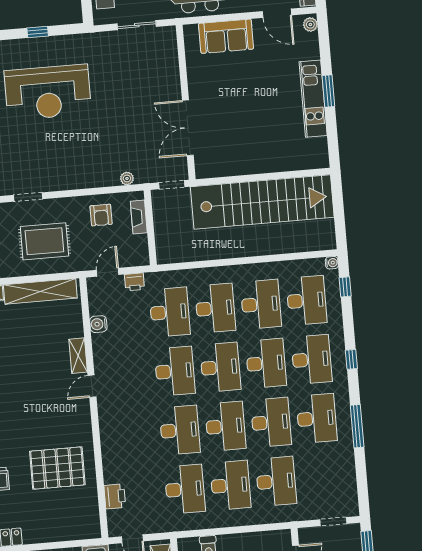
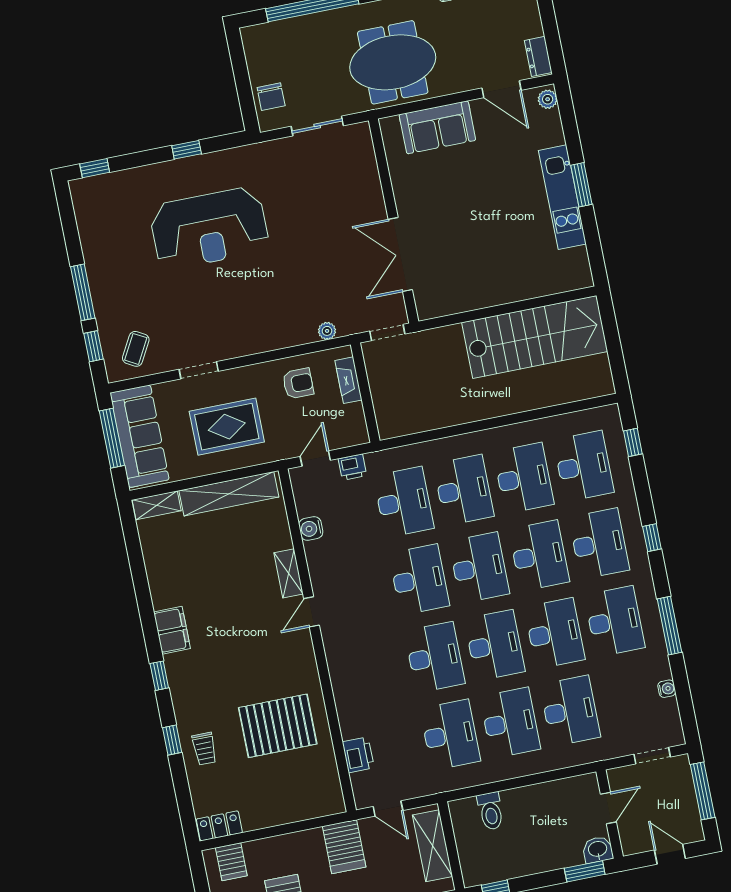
stairs: (262, 202) -> (535, 337), width x0.73
armchair: (101, 215) -> (298, 383), turned -90
water cooler: (332, 263) -> (667, 689), moved

